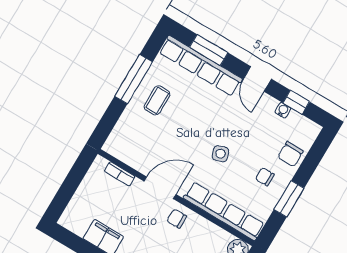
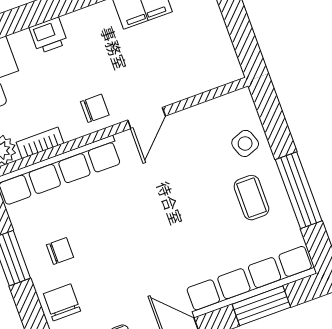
side table: (220, 154) -> (245, 143), moved
bookcase: (120, 174) -> (40, 143), moved
door: (160, 188) -> (147, 118), width x0.73

